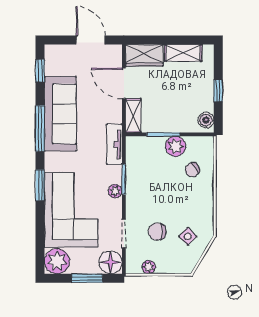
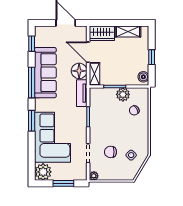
plant: (115, 191) -> (82, 125), removed
floor lamp: (111, 262) -> (79, 71), moved
plant: (149, 267) -> (94, 176), moved

